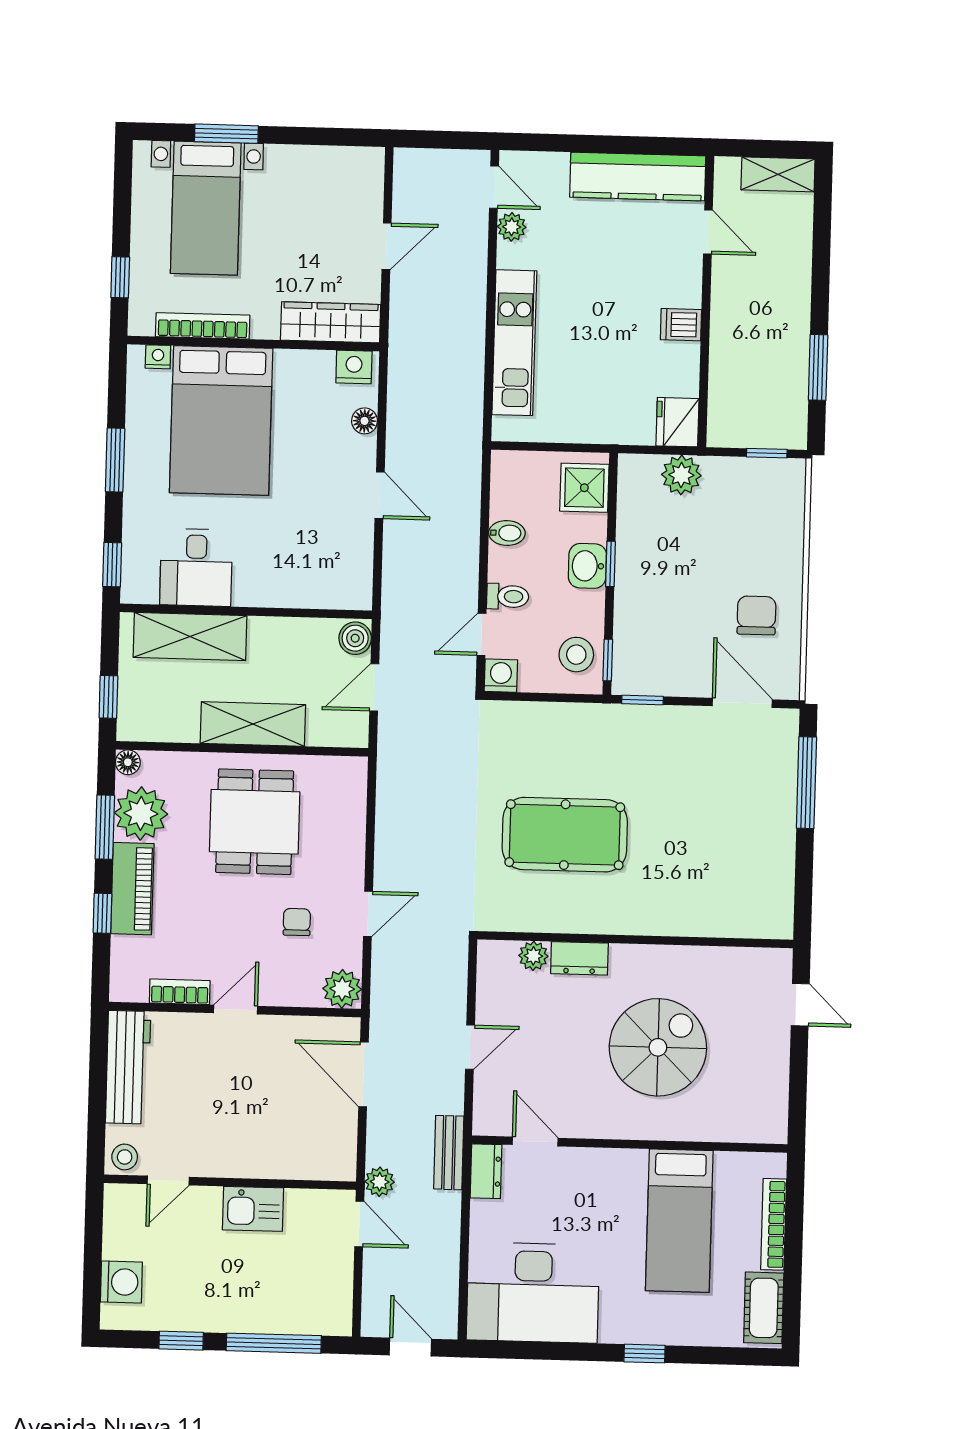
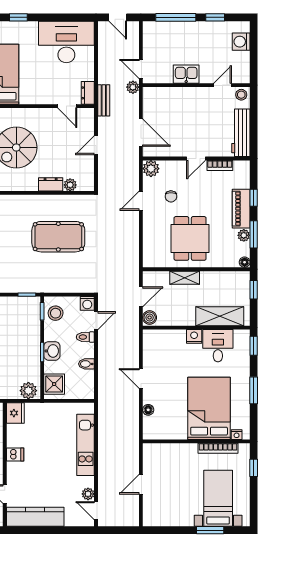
wardrobe: (331, 322) -> (164, 451), removed
nightstand: (354, 367) -> (194, 336), moved, turned 180
plant: (681, 475) -> (28, 391), moved
shelving: (253, 724) -> (185, 278), width x0.67, depth x0.75
plant: (141, 813) -> (244, 235), width x0.53, depth x0.53

